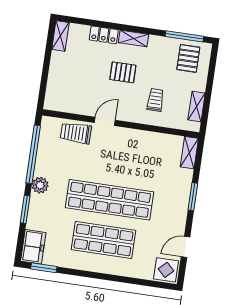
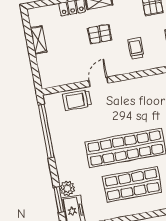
shelving: (60, 36) -> (38, 40), moved
plant: (40, 185) -> (67, 188), moved
window: (25, 209) -> (59, 199), moved

